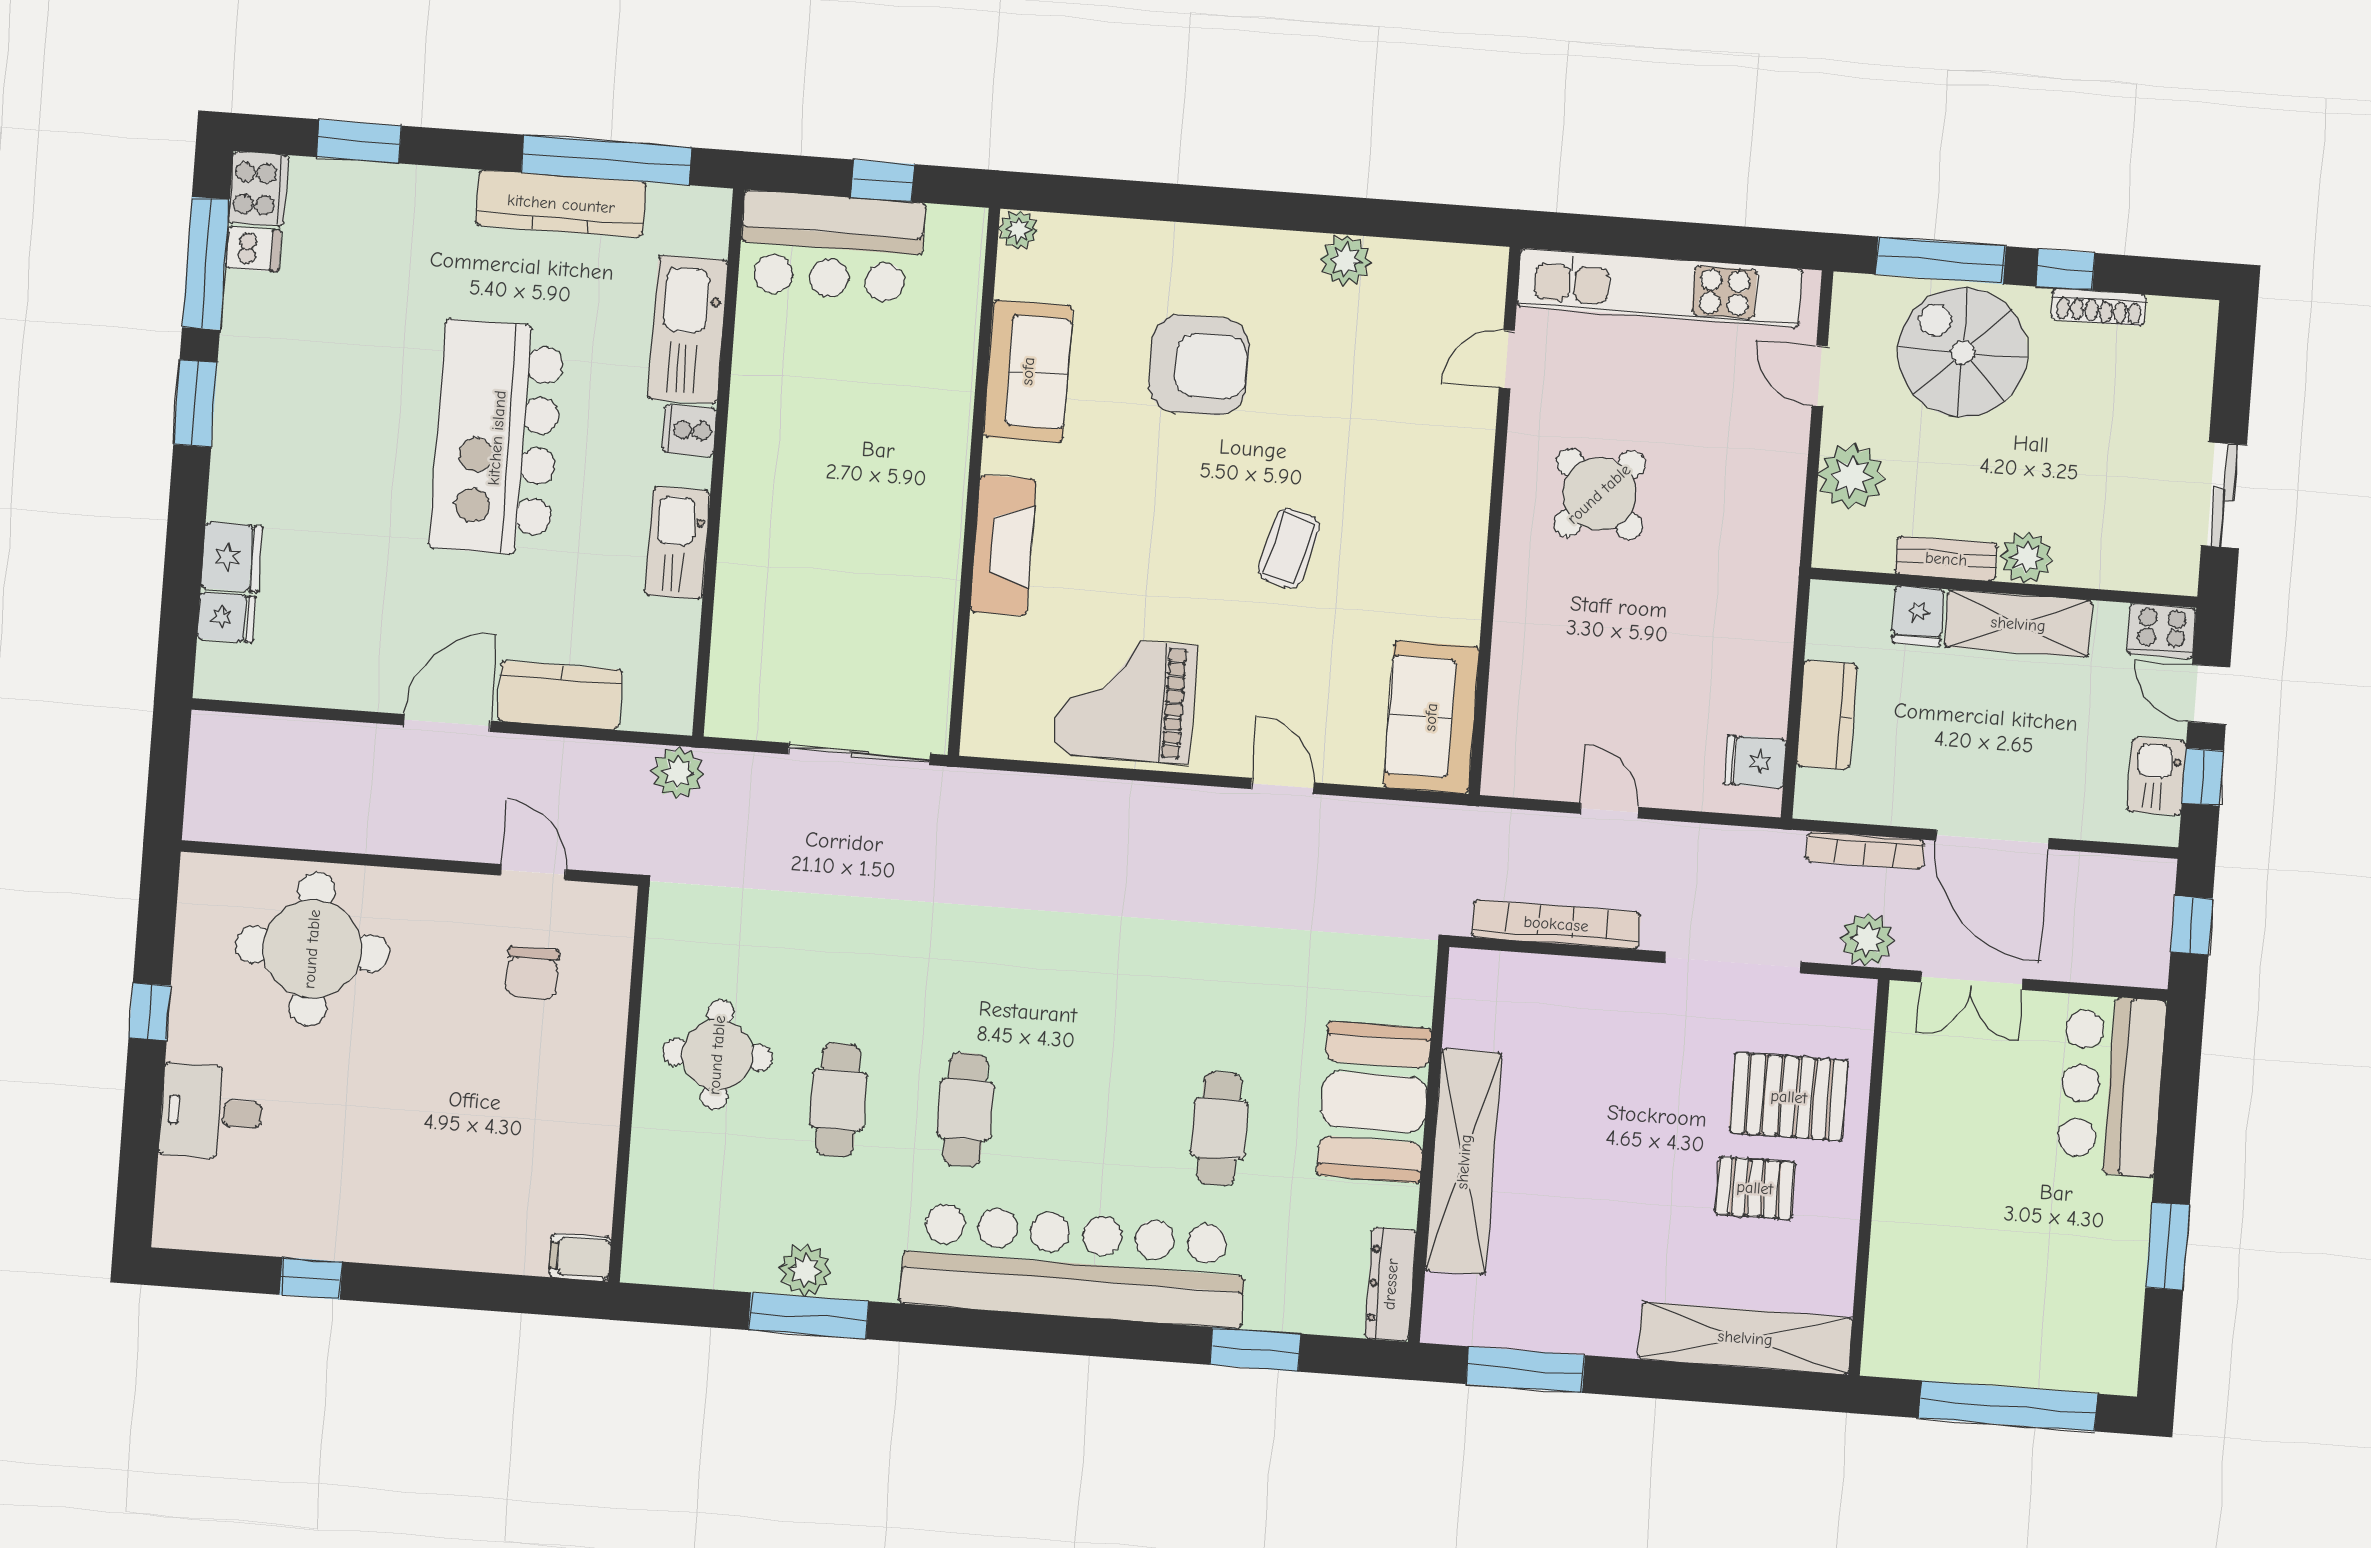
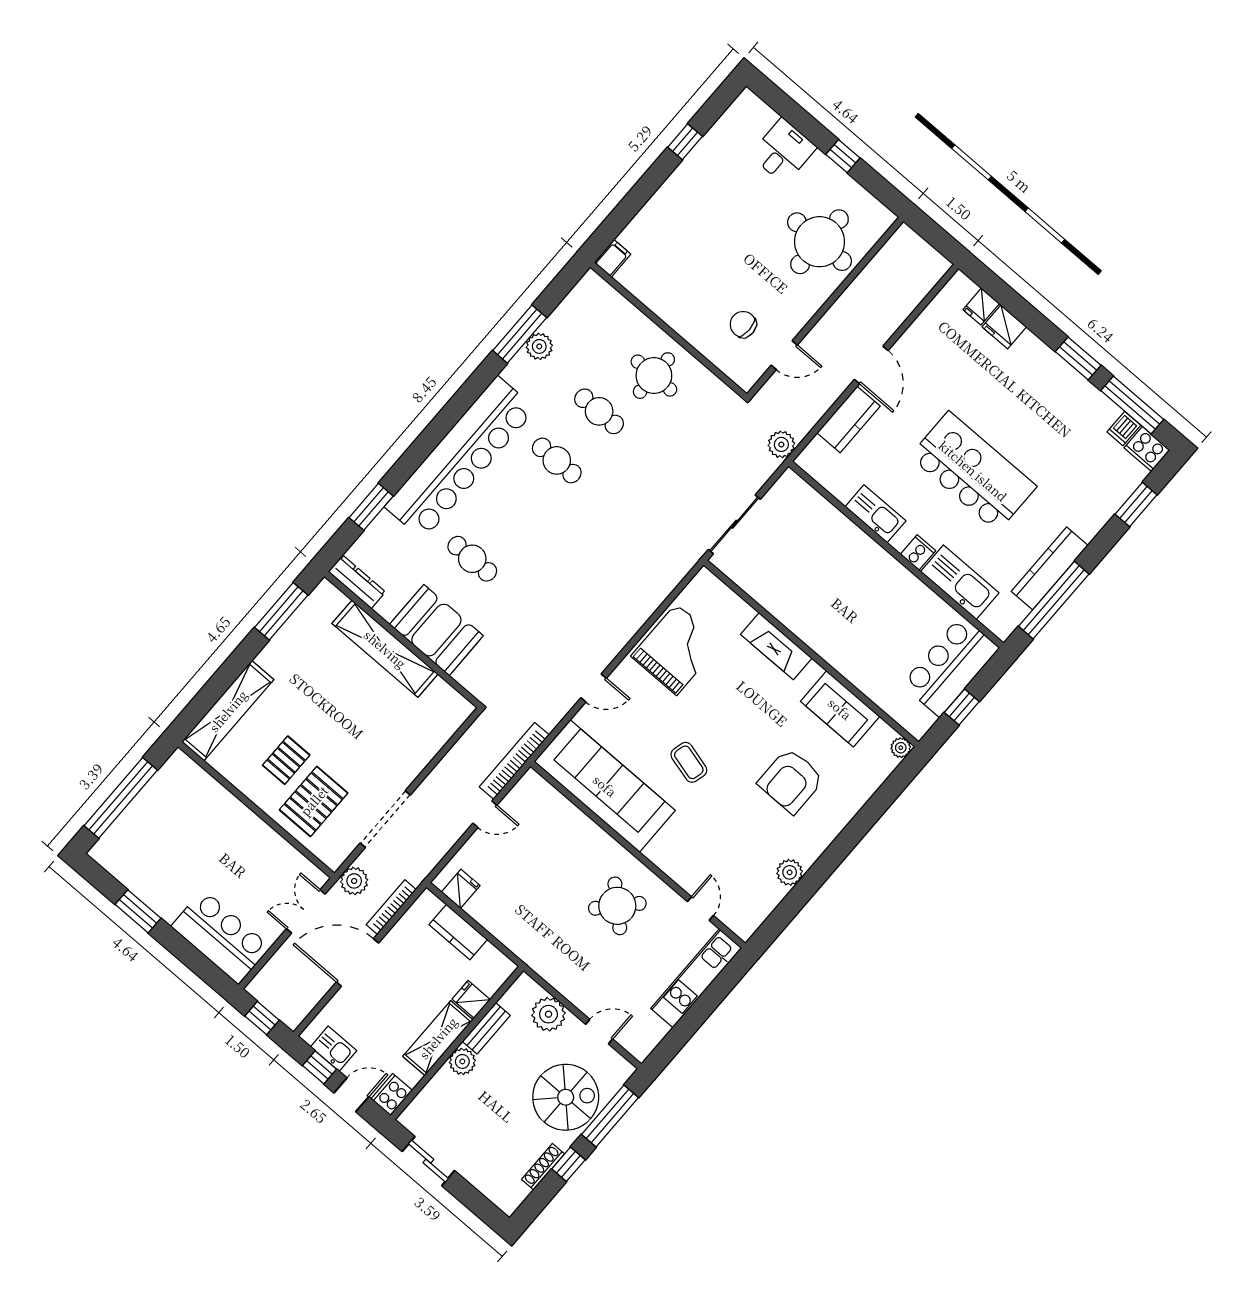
kitchen unit: (1660, 287) -> (696, 978), width x0.73
sofa: (1431, 717) -> (605, 786), width x1.85, depth x1.27
bookcase: (1556, 924) -> (514, 761), moved, turned 180

